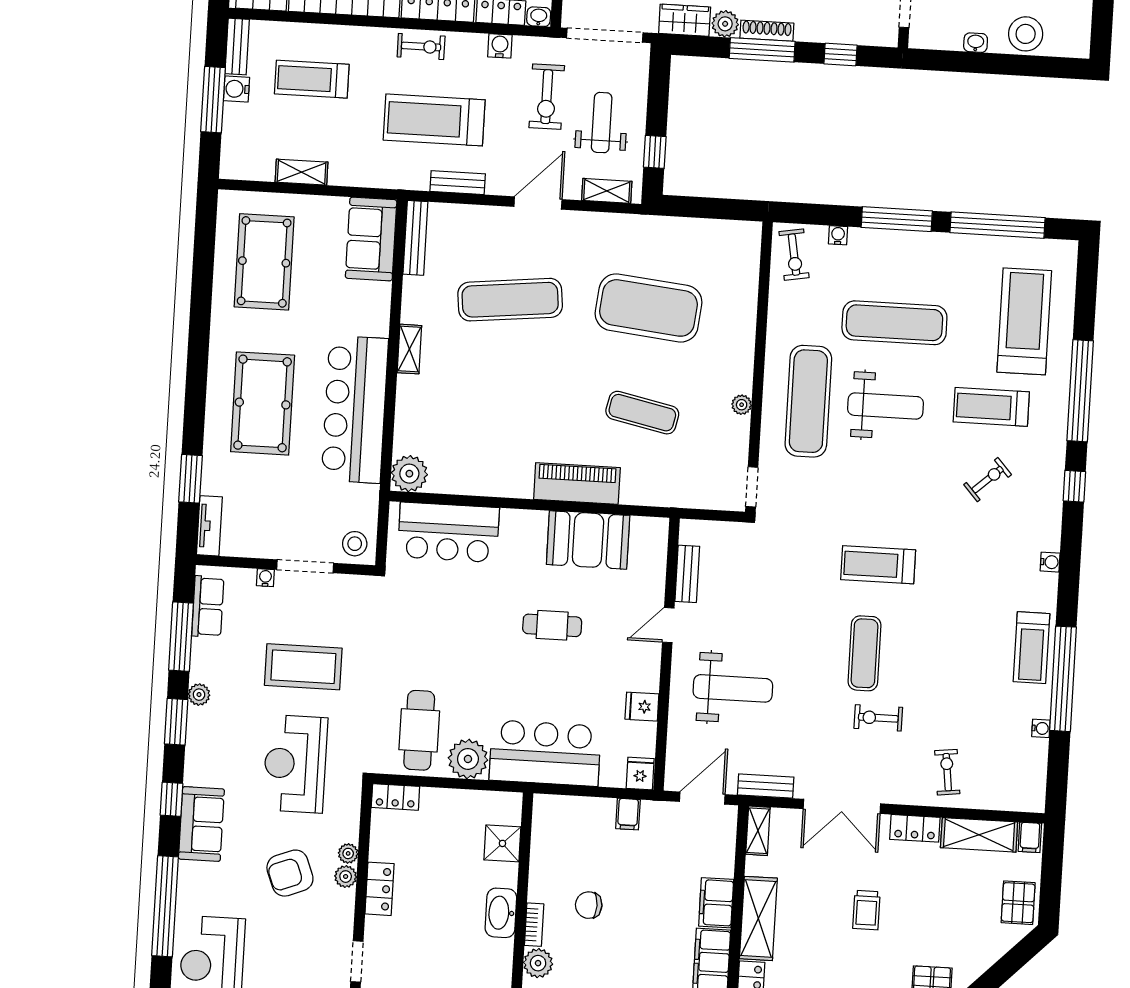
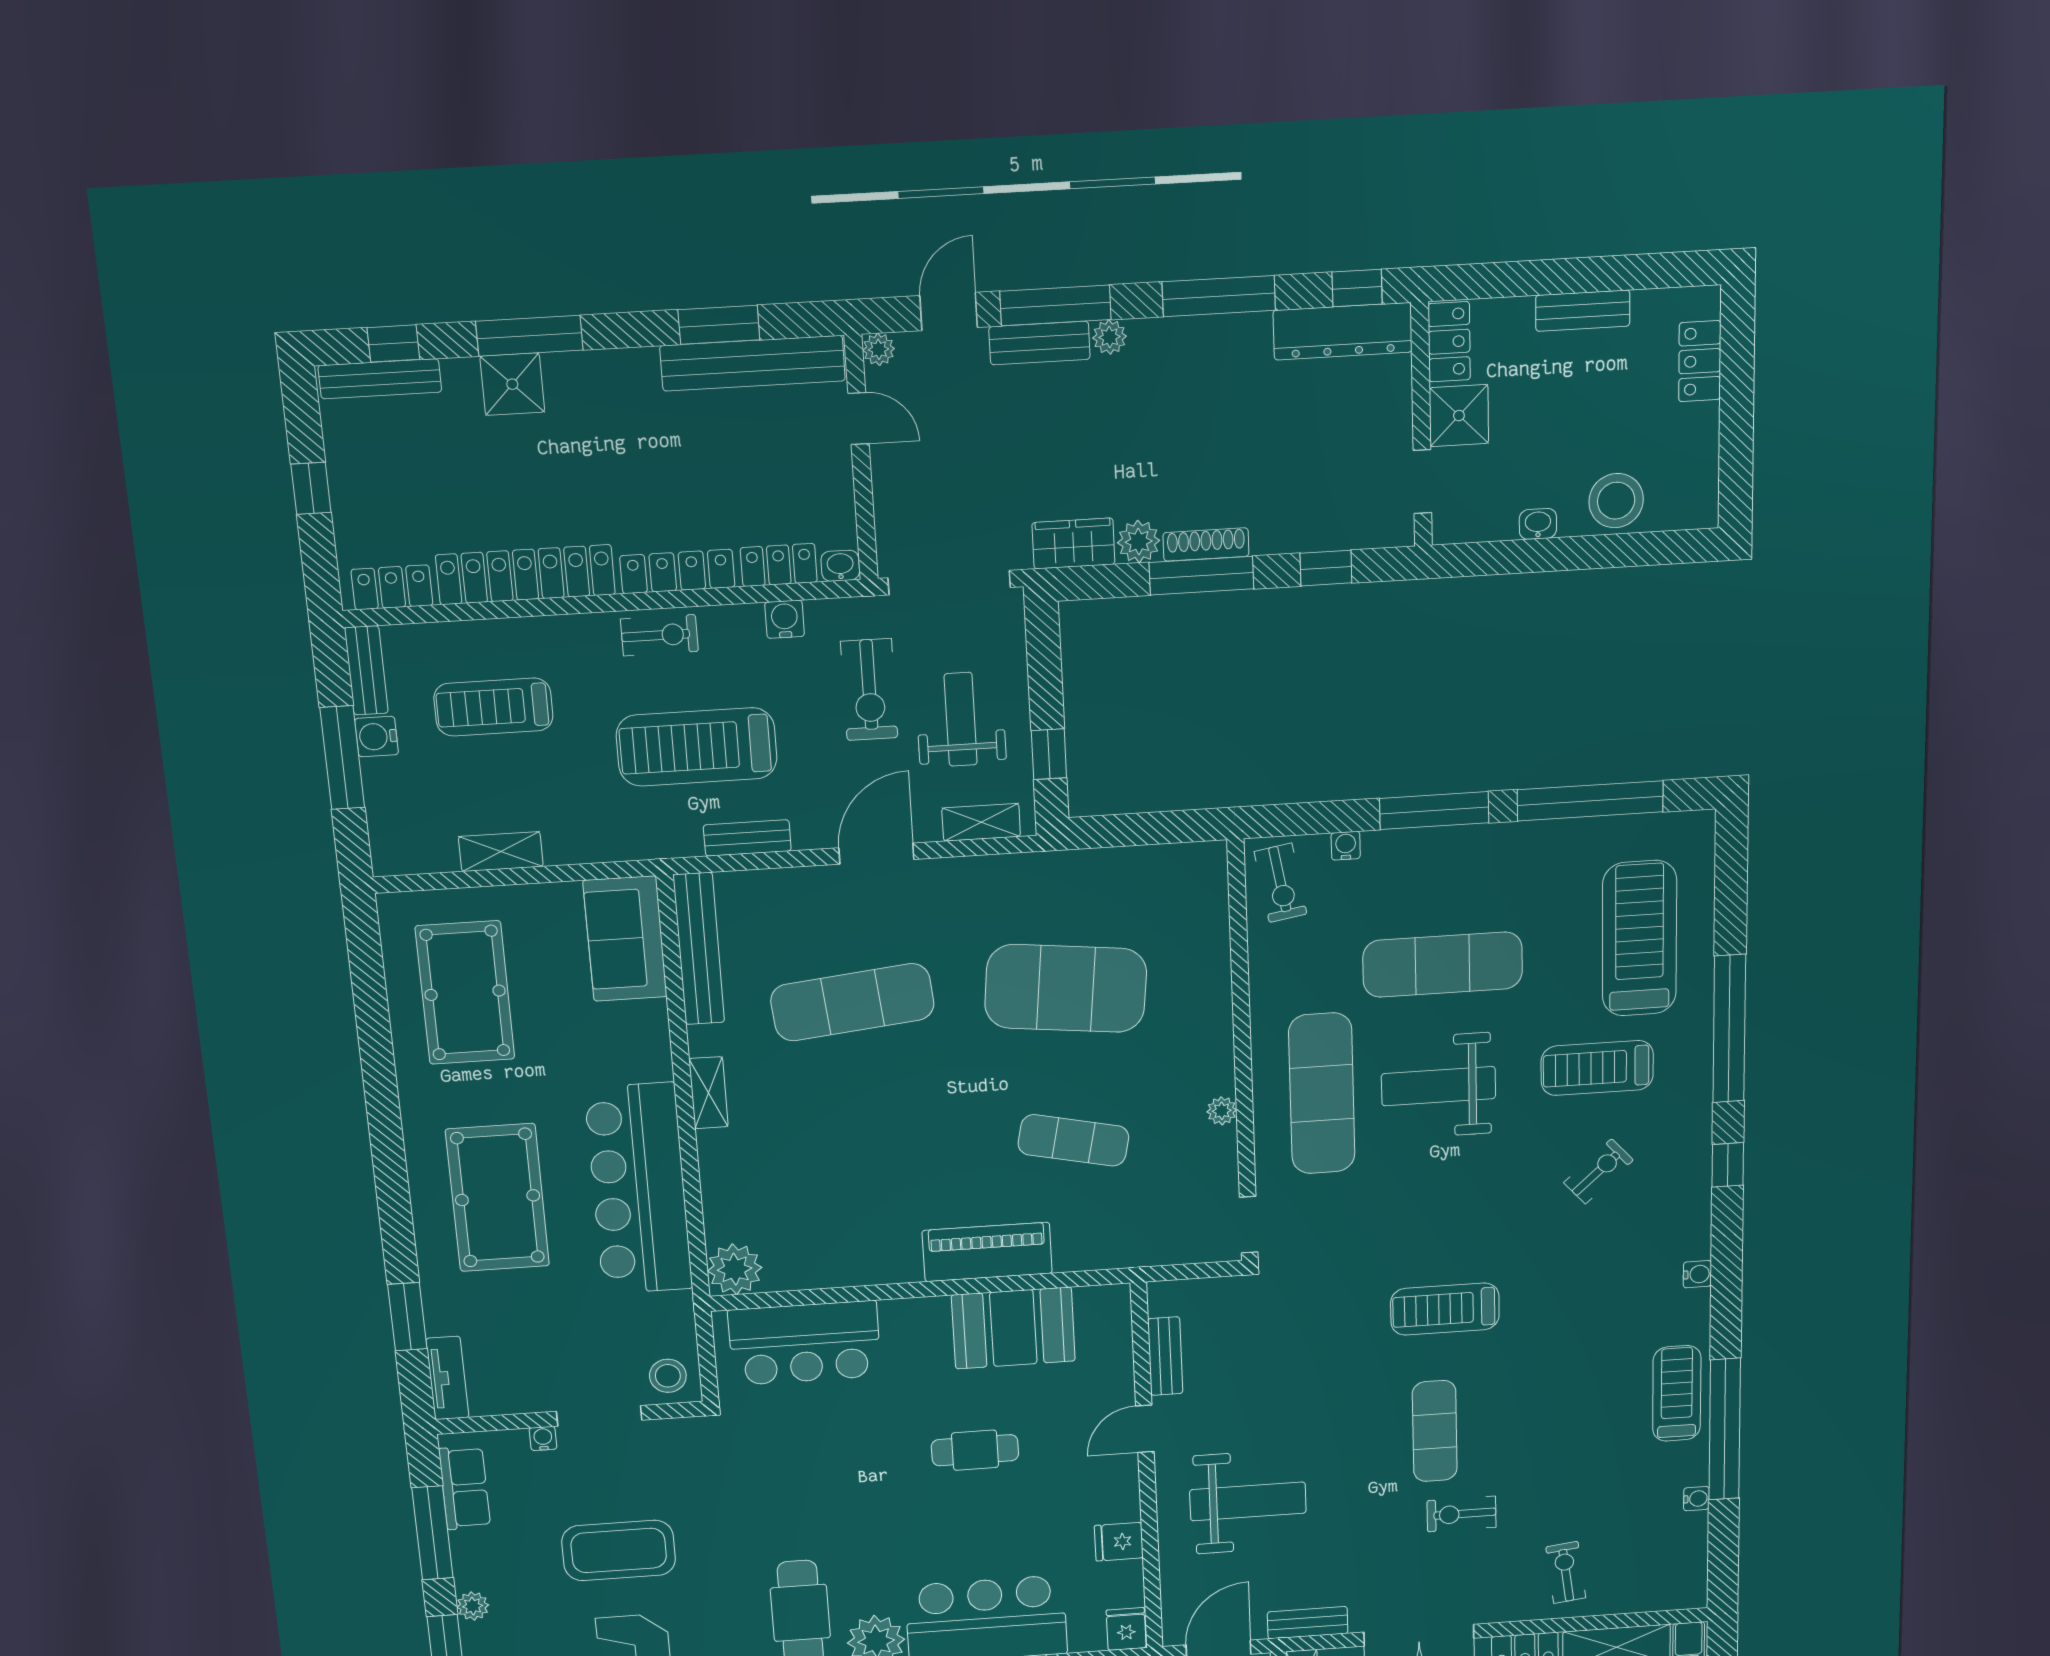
bench: (415, 238) -> (699, 949), width x1.37, depth x1.21
weight bench: (886, 406) -> (1438, 1086), turned 180
treadmill: (1032, 648) -> (1677, 1393), turned 180

